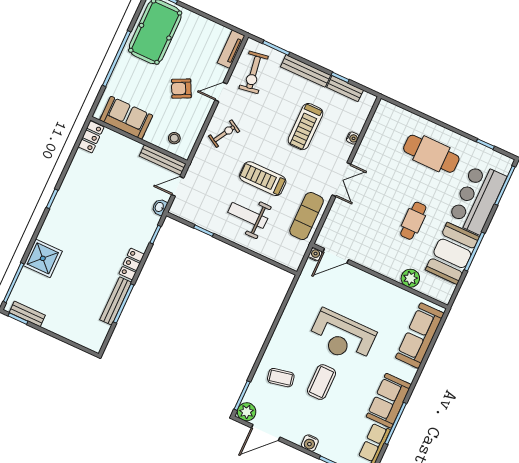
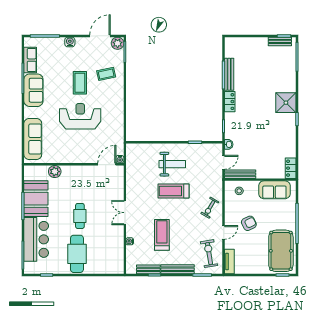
cafe table: (431, 154) -> (77, 254), turned 90
treadmill: (263, 179) -> (173, 191), turned 180
exercise mat: (307, 216) -> (136, 180), removed
cafe table: (413, 221) -> (80, 216), moved
shower: (43, 258) -> (286, 103), moved

